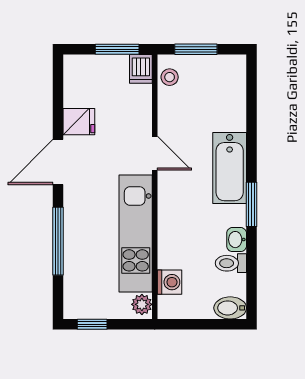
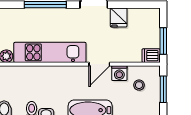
stool: (170, 77) -> (139, 85), moved
washing machine: (169, 282) -> (119, 73), moved

